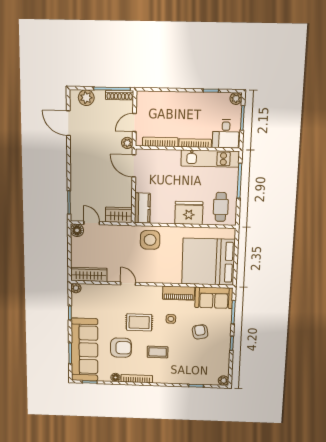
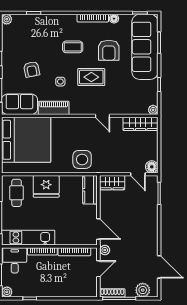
armchair: (121, 348) -> (109, 50), turned -90

